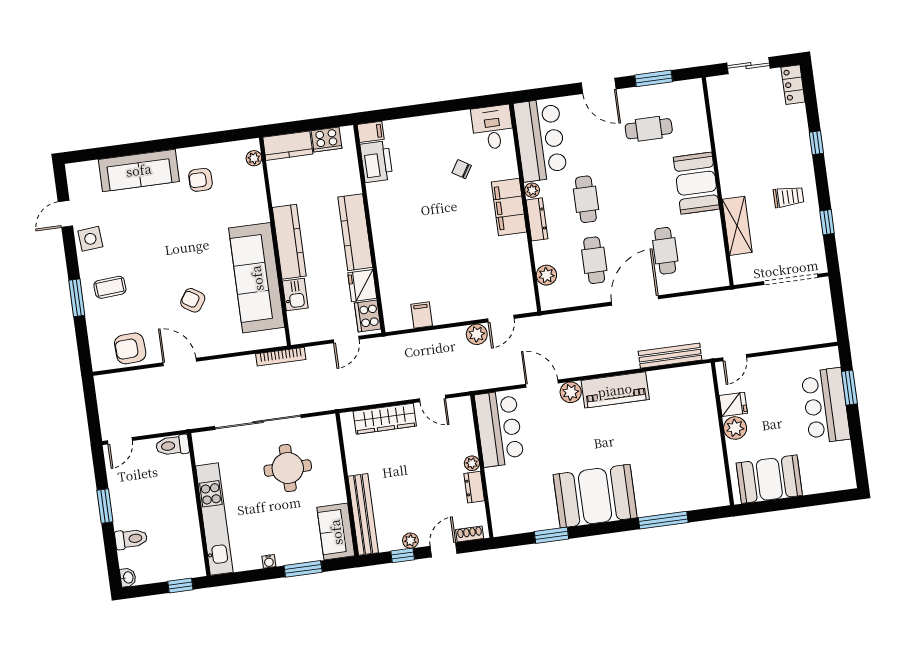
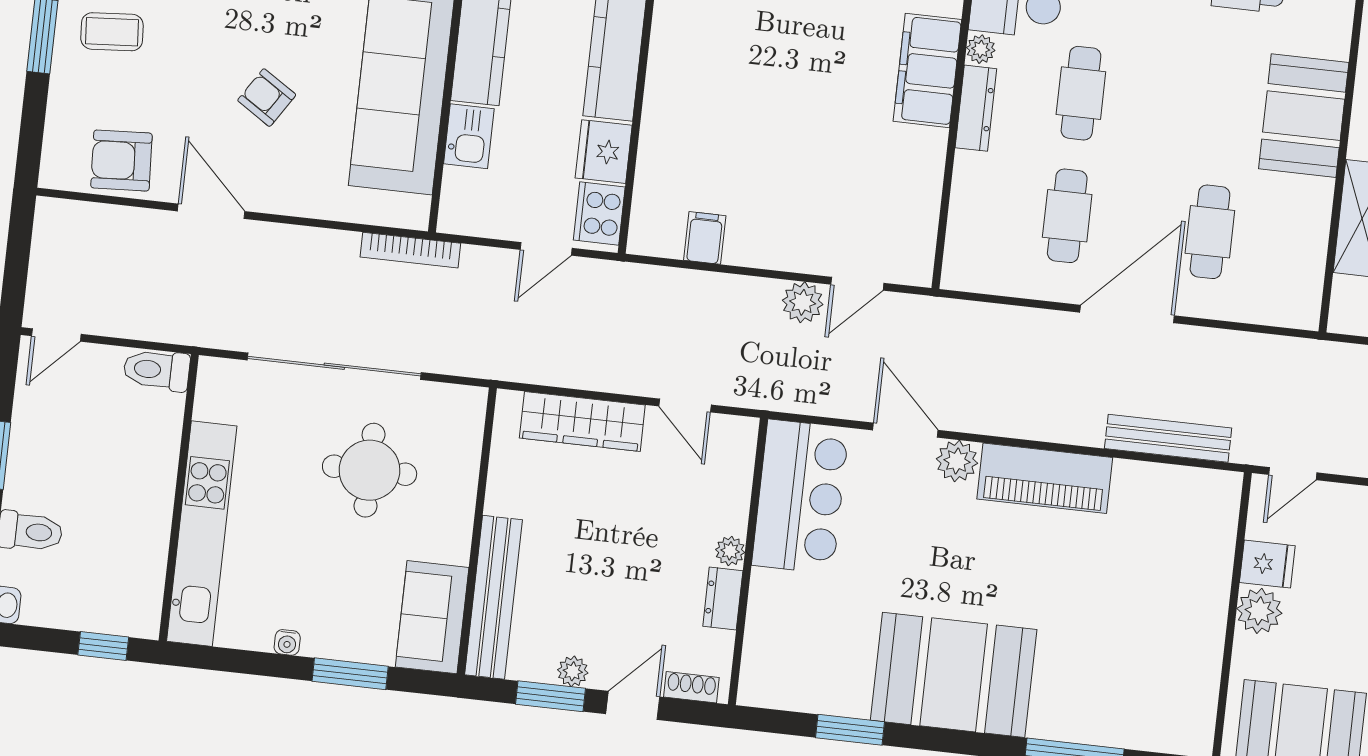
plant: (546, 275) -> (967, 221), removed
window: (403, 555) -> (550, 696), width x1.50

